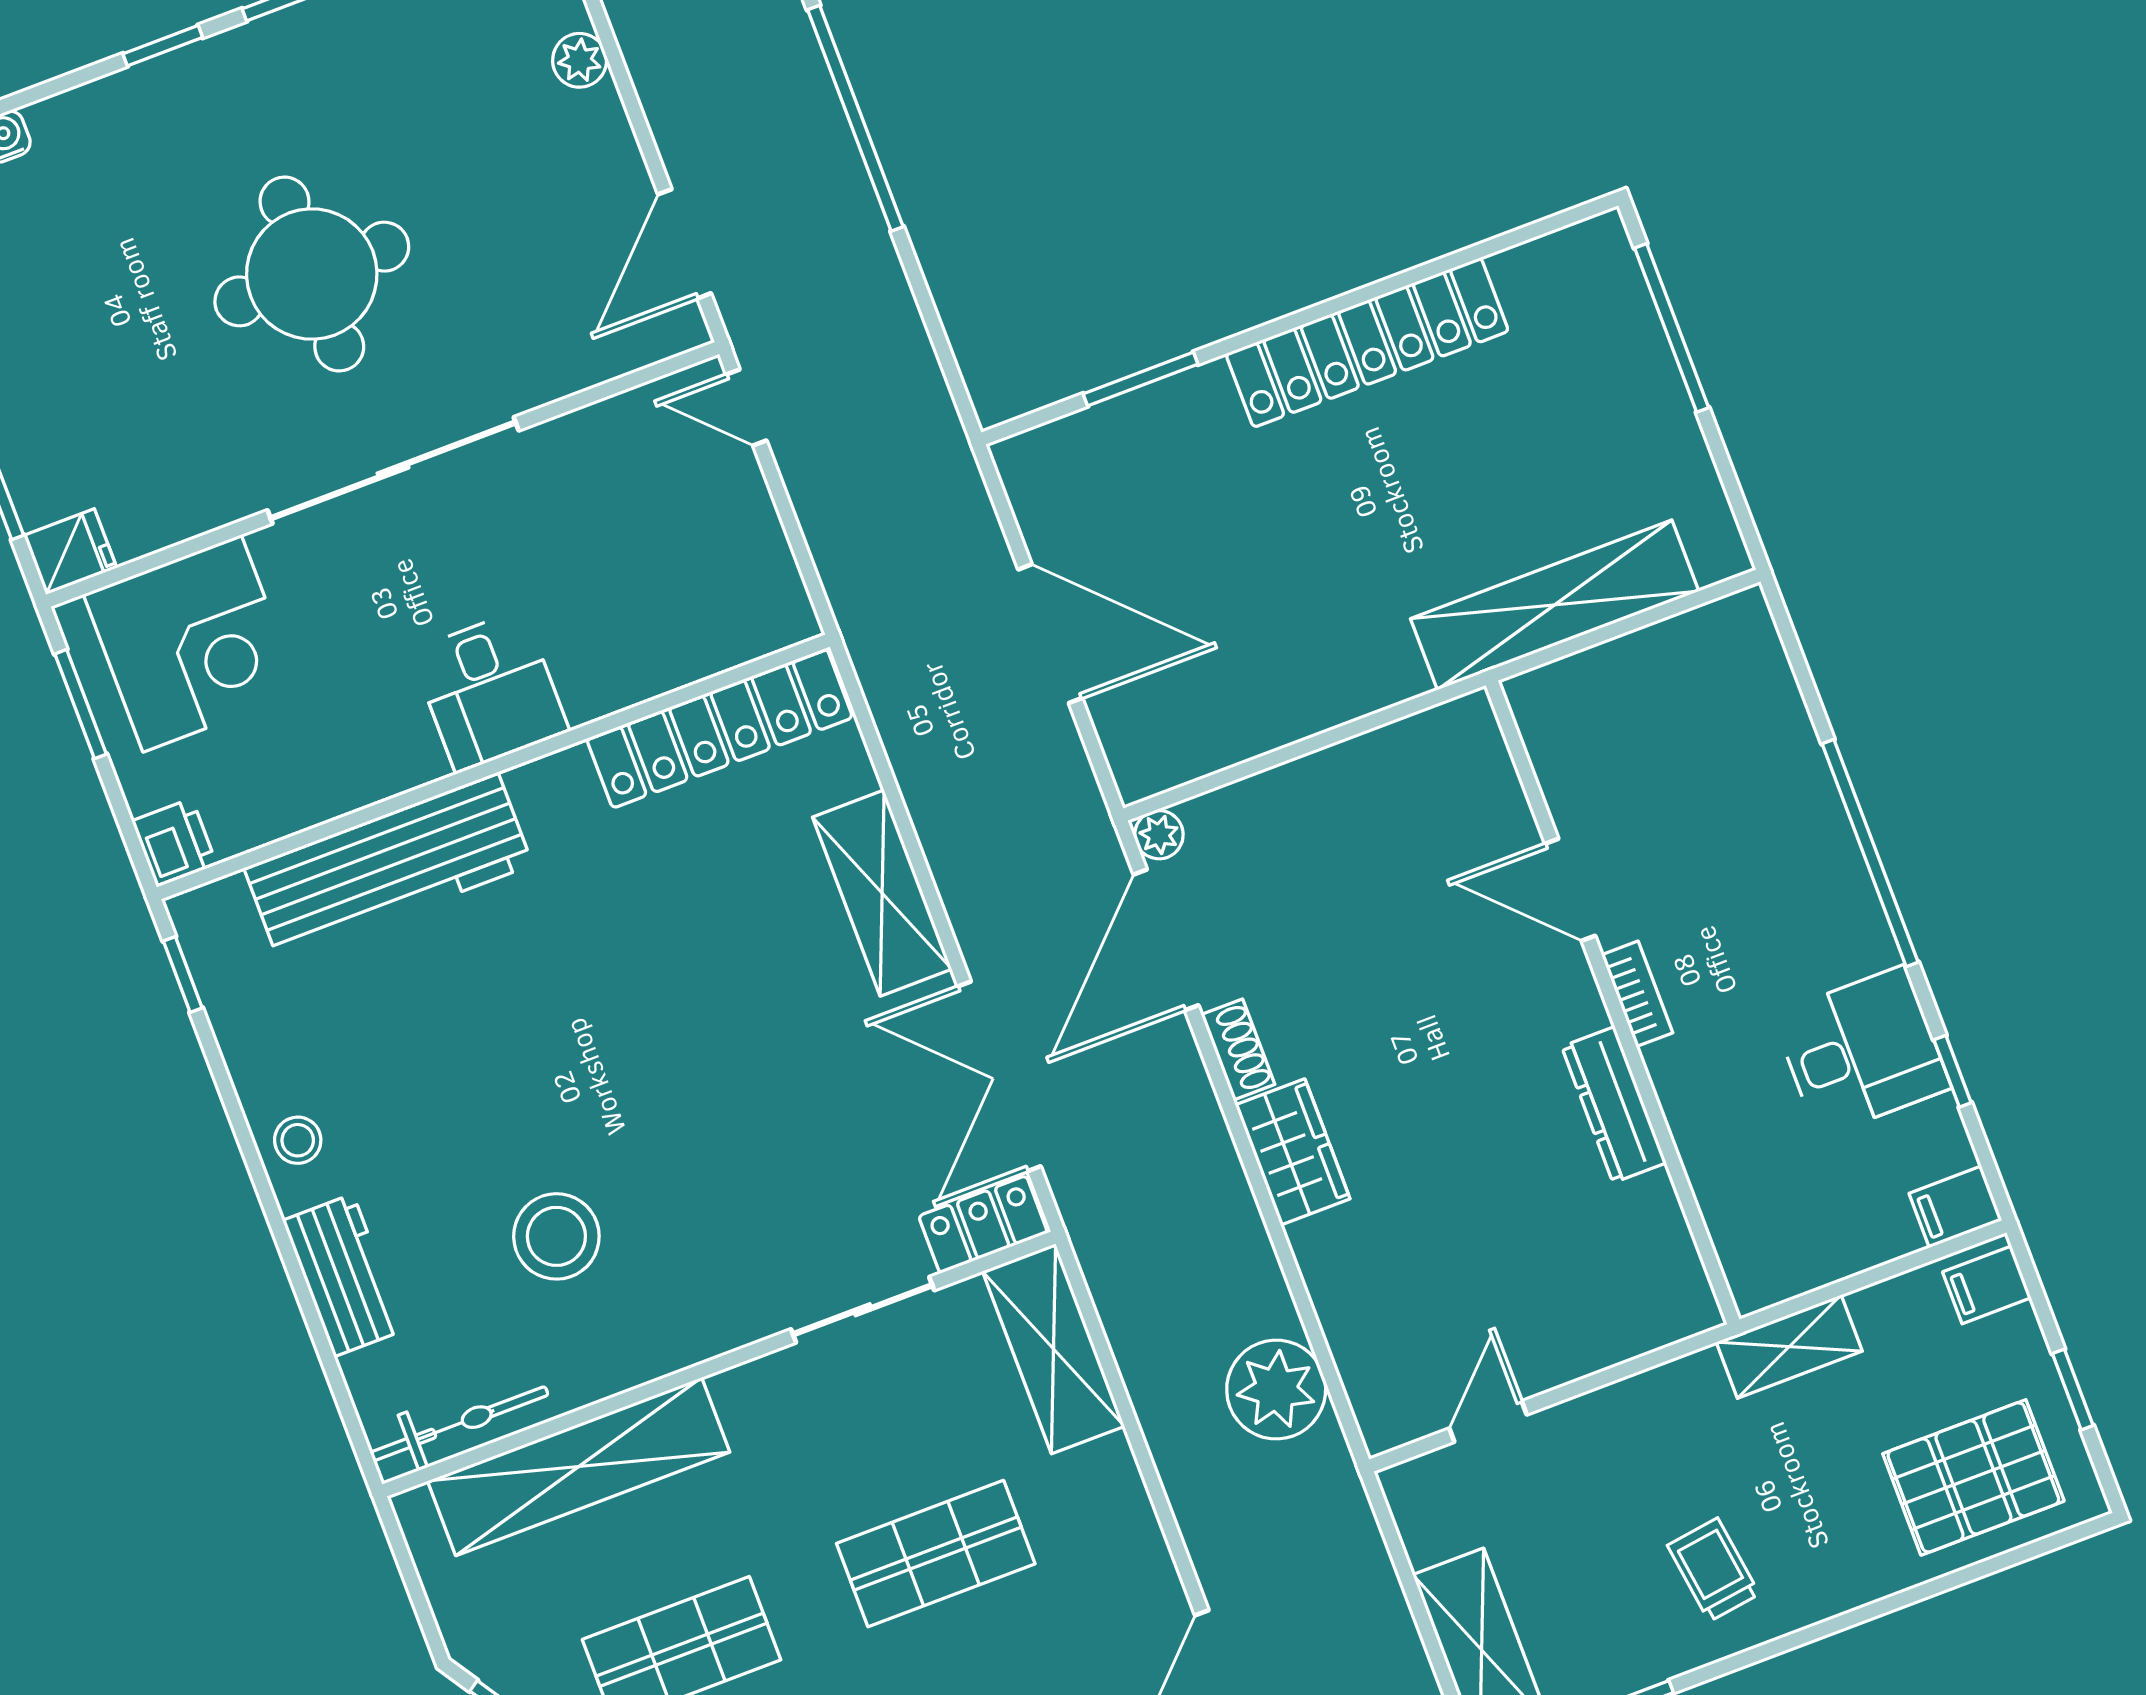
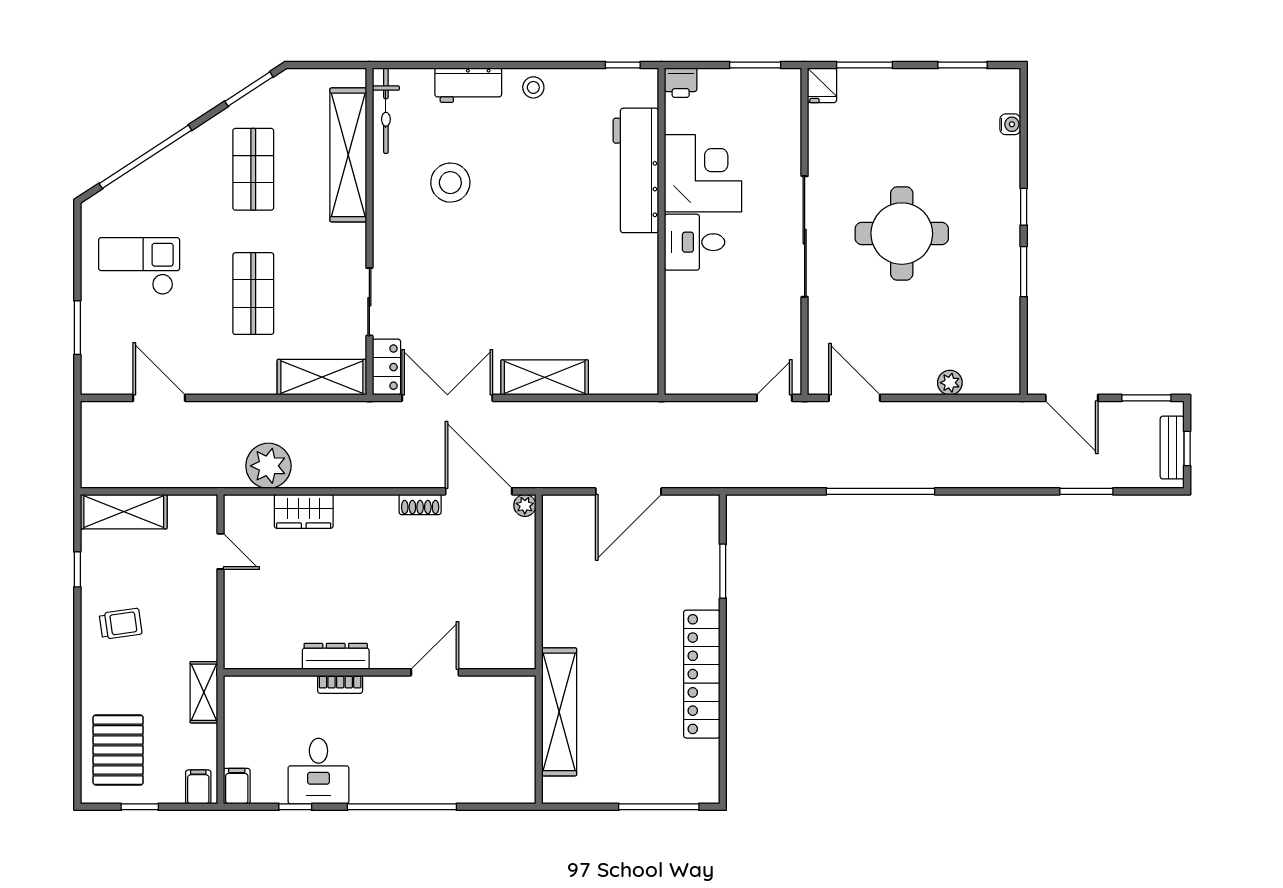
corner desk: (192, 643) -> (703, 173), moved, turned 180
locker: (720, 728) -> (641, 335), removed
bookcase: (1637, 994) -> (340, 684), moved
wardrobe: (1293, 1152) -> (304, 511), moved

